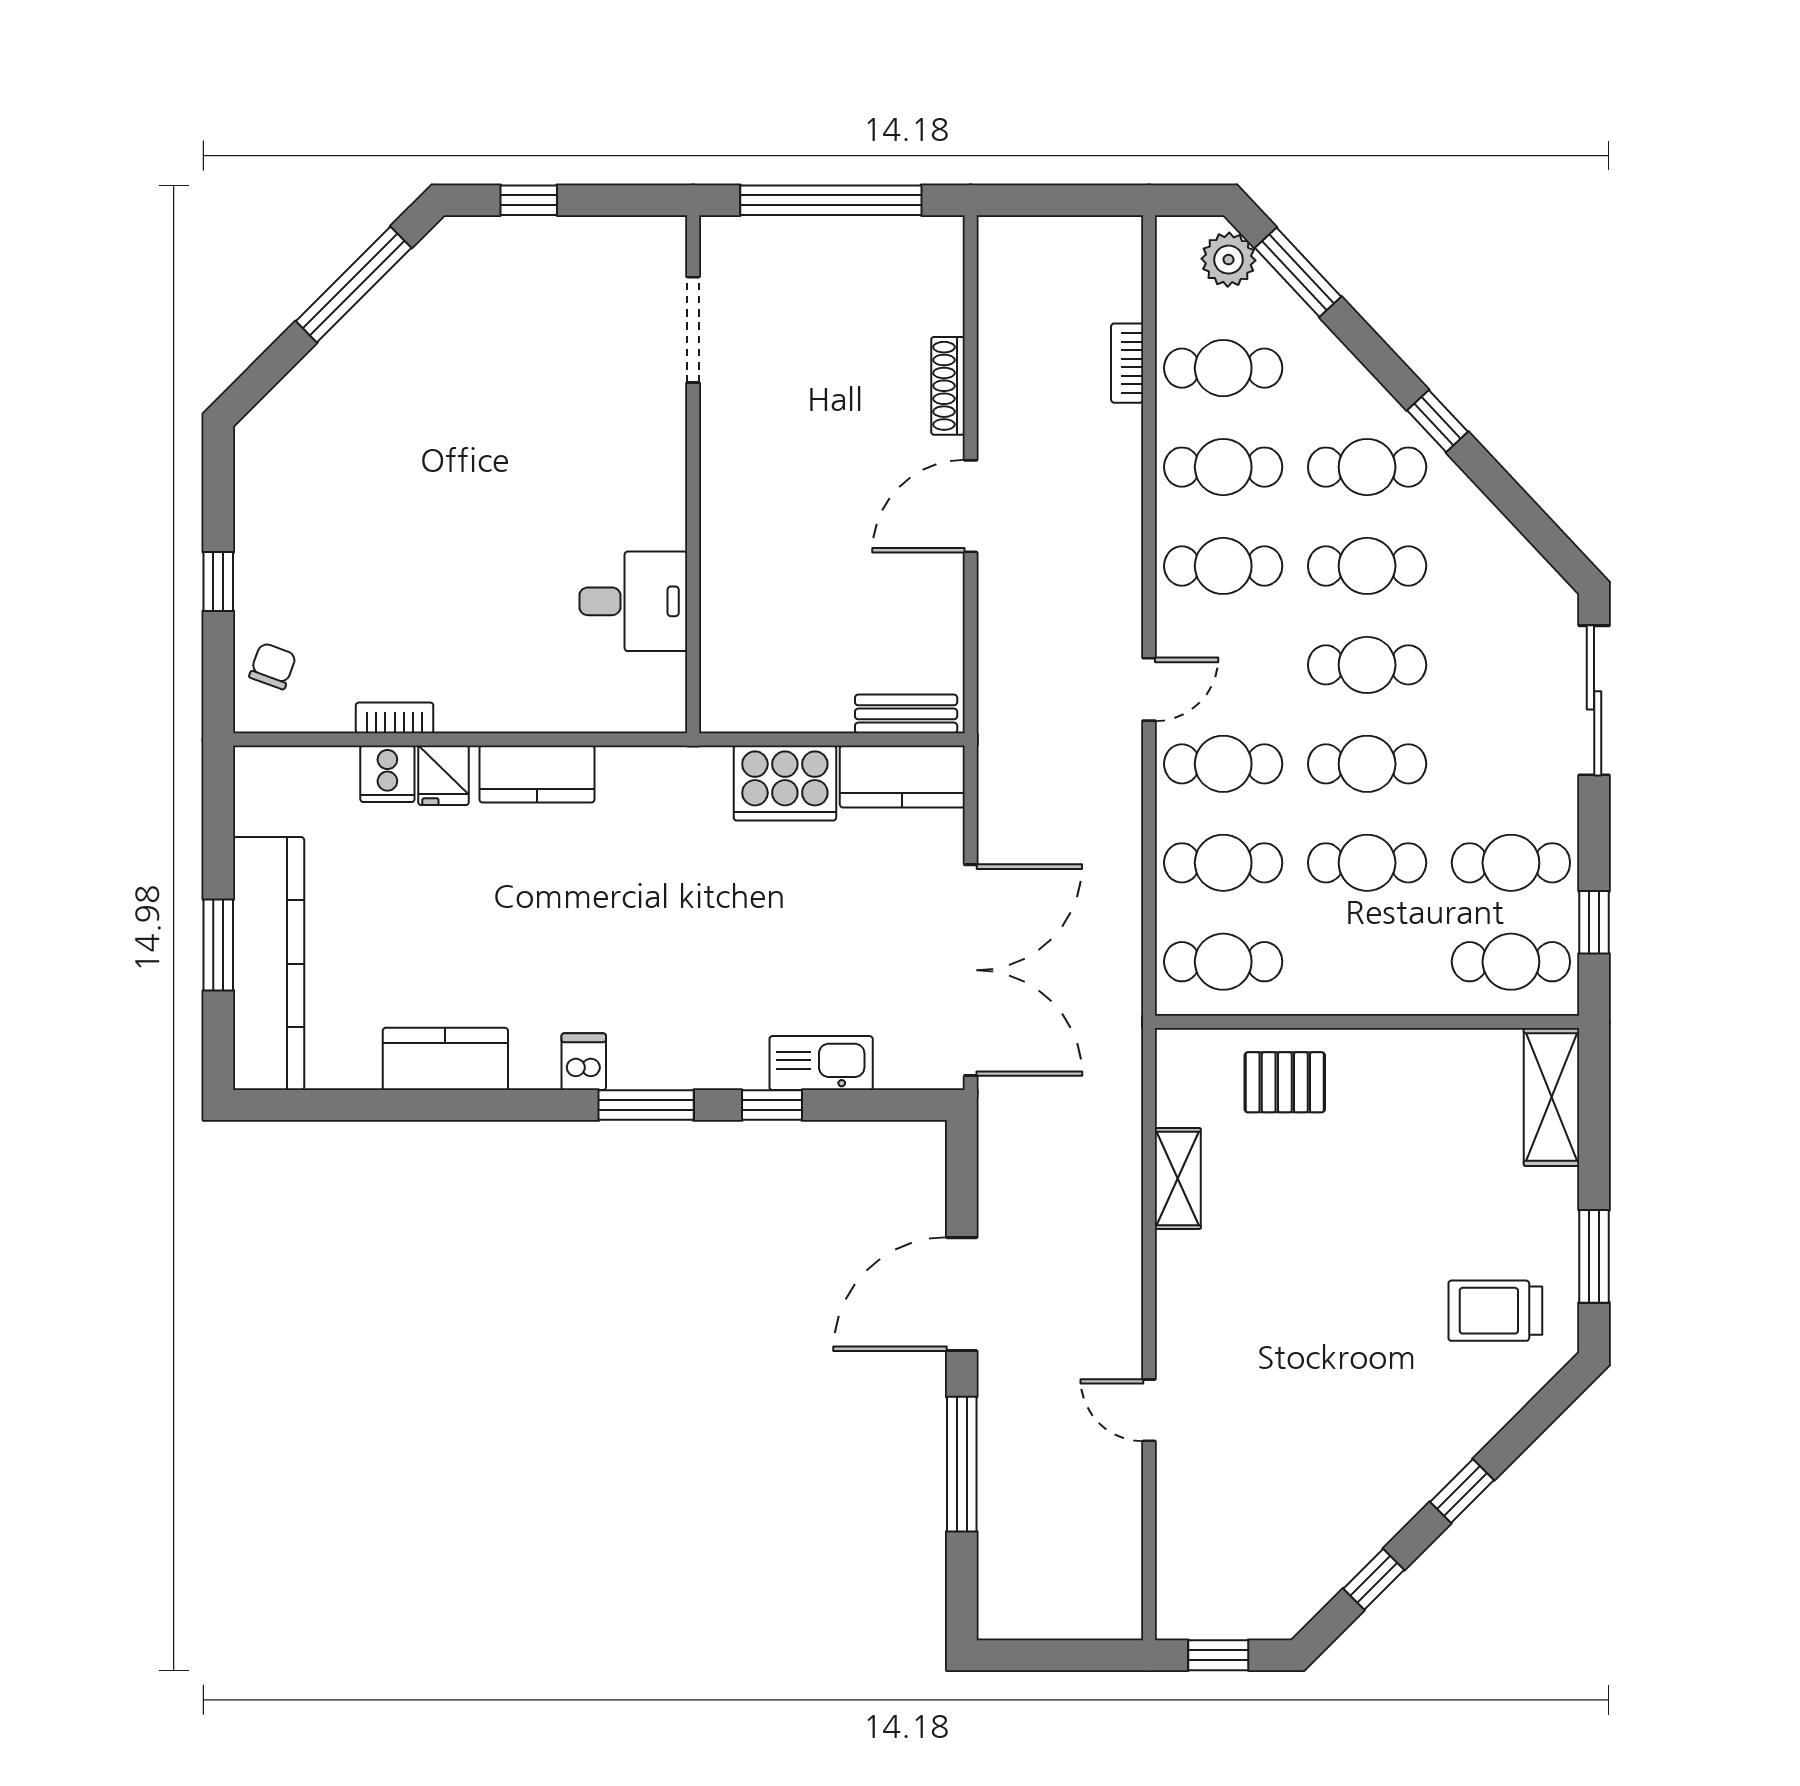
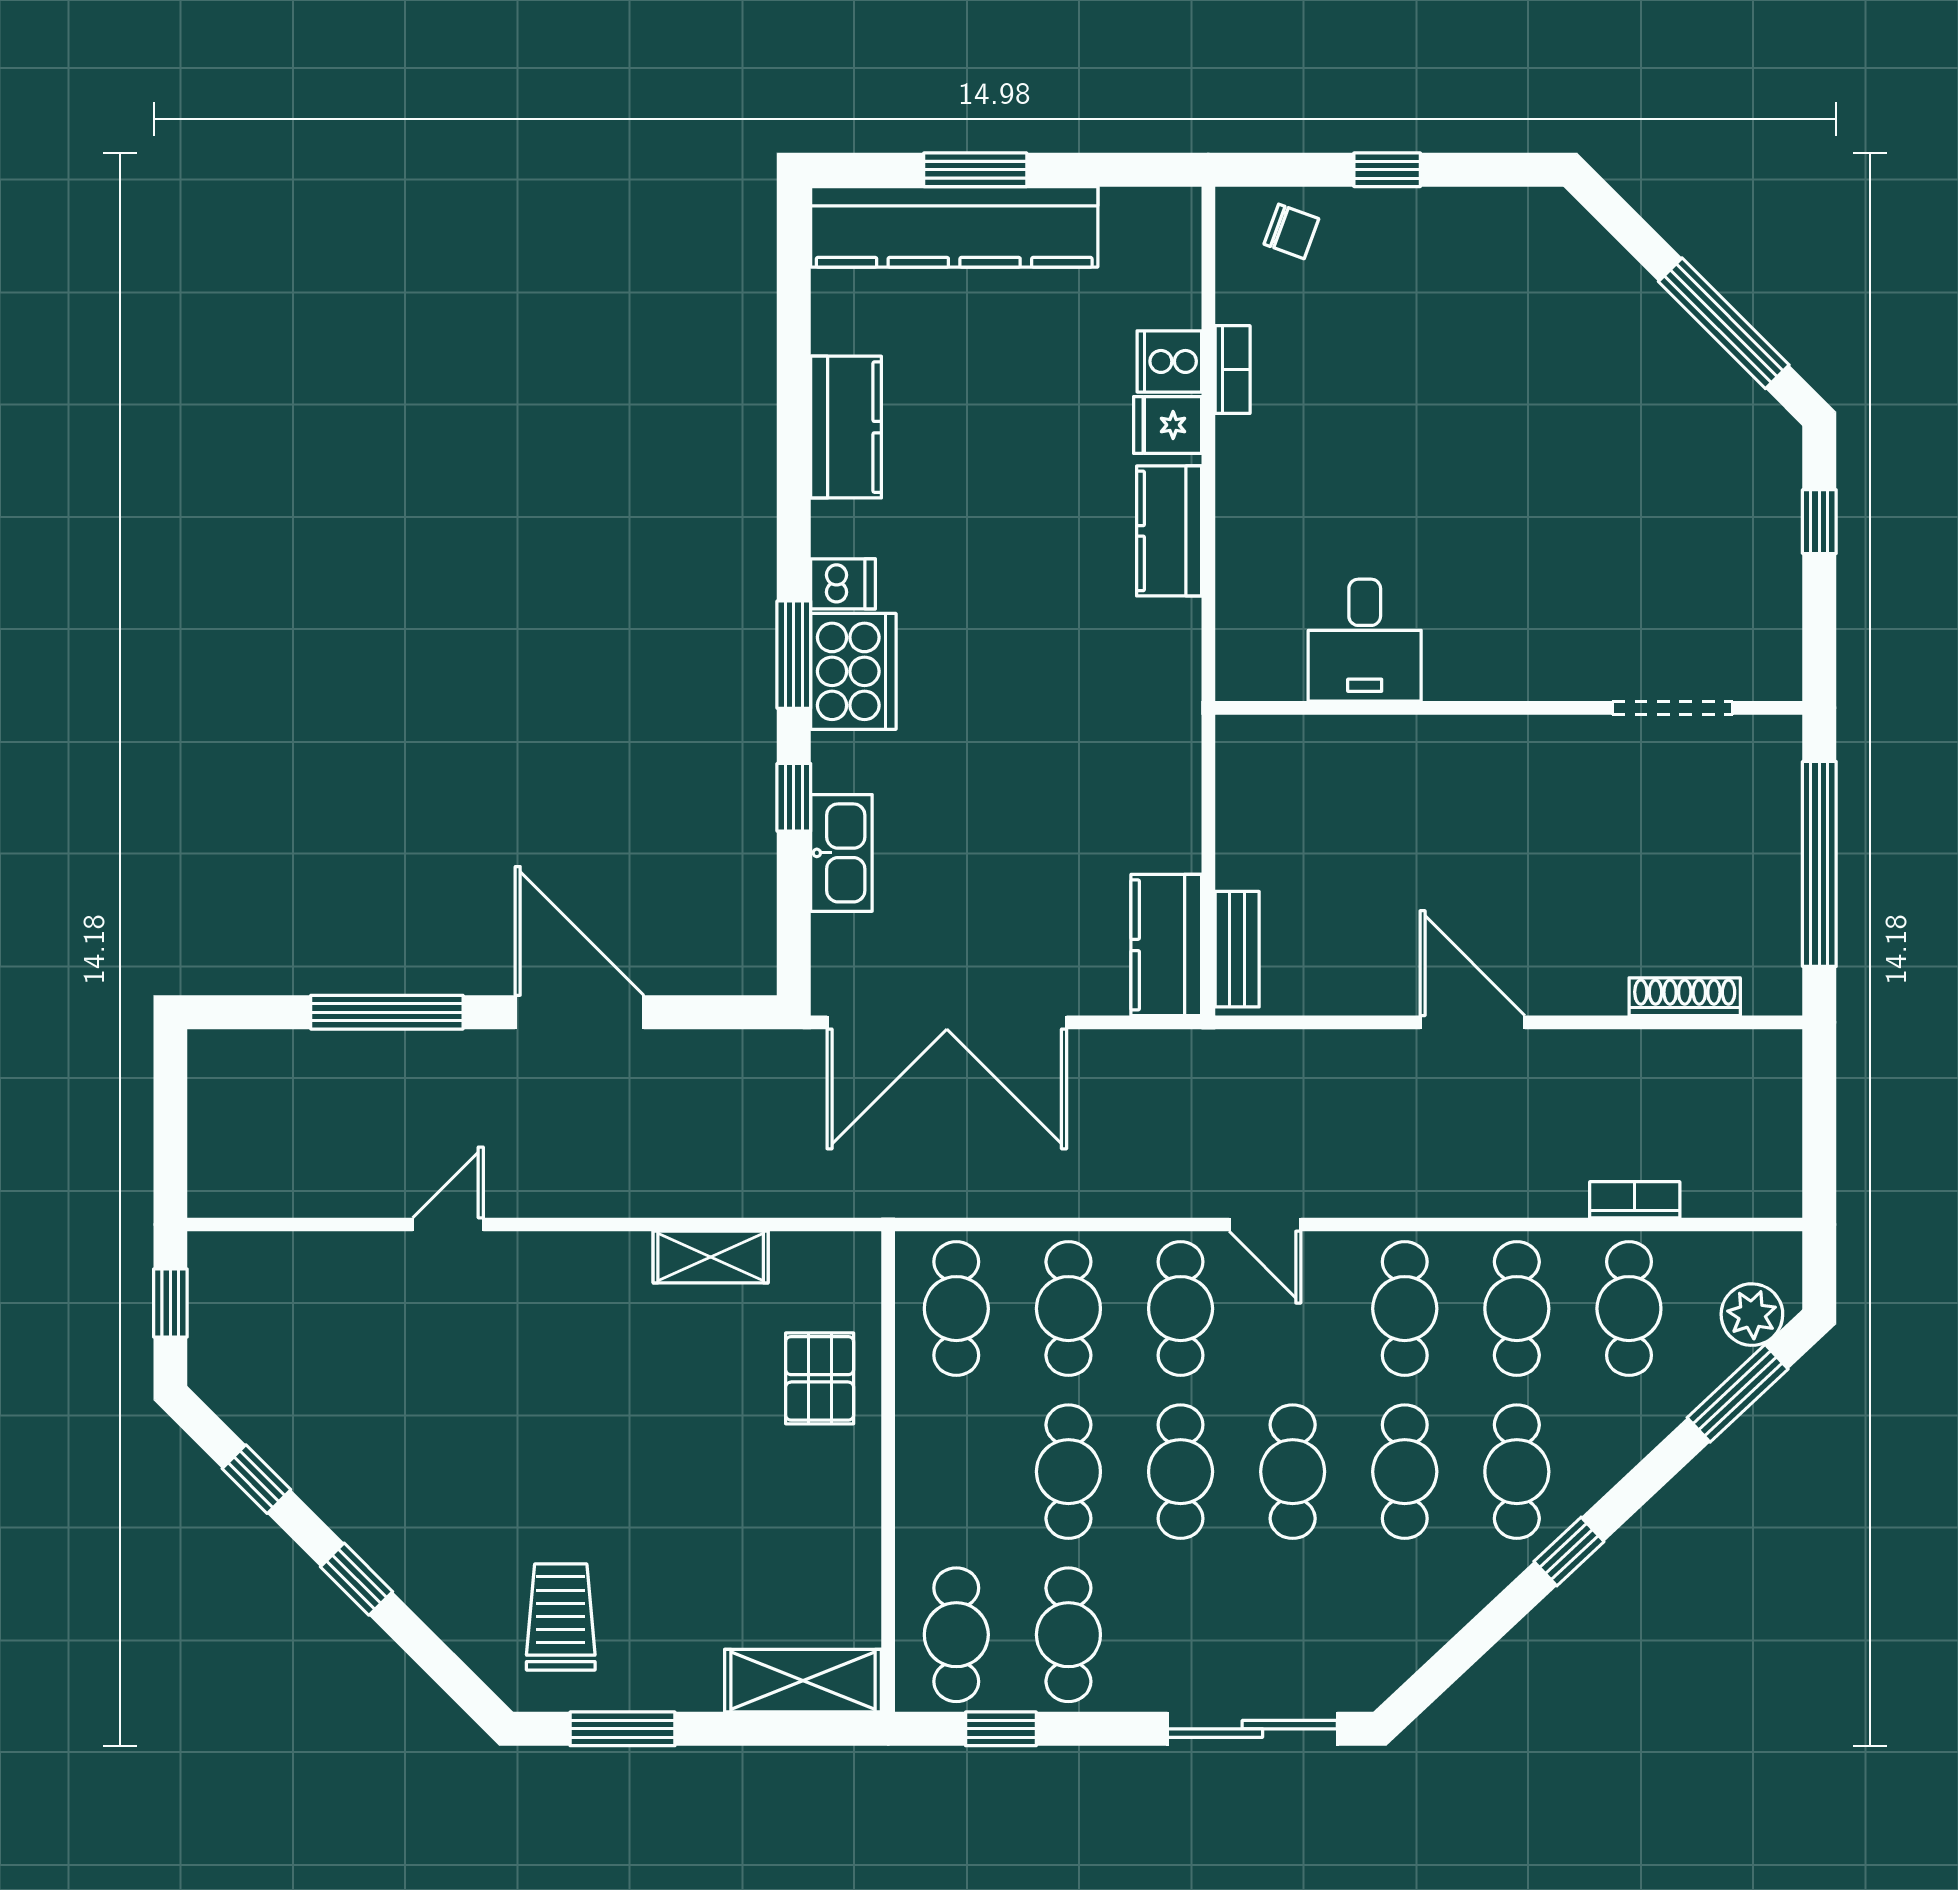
shoe rack: (948, 386) -> (1685, 997), moved
cooker: (785, 783) -> (853, 671), moved, turned 180

